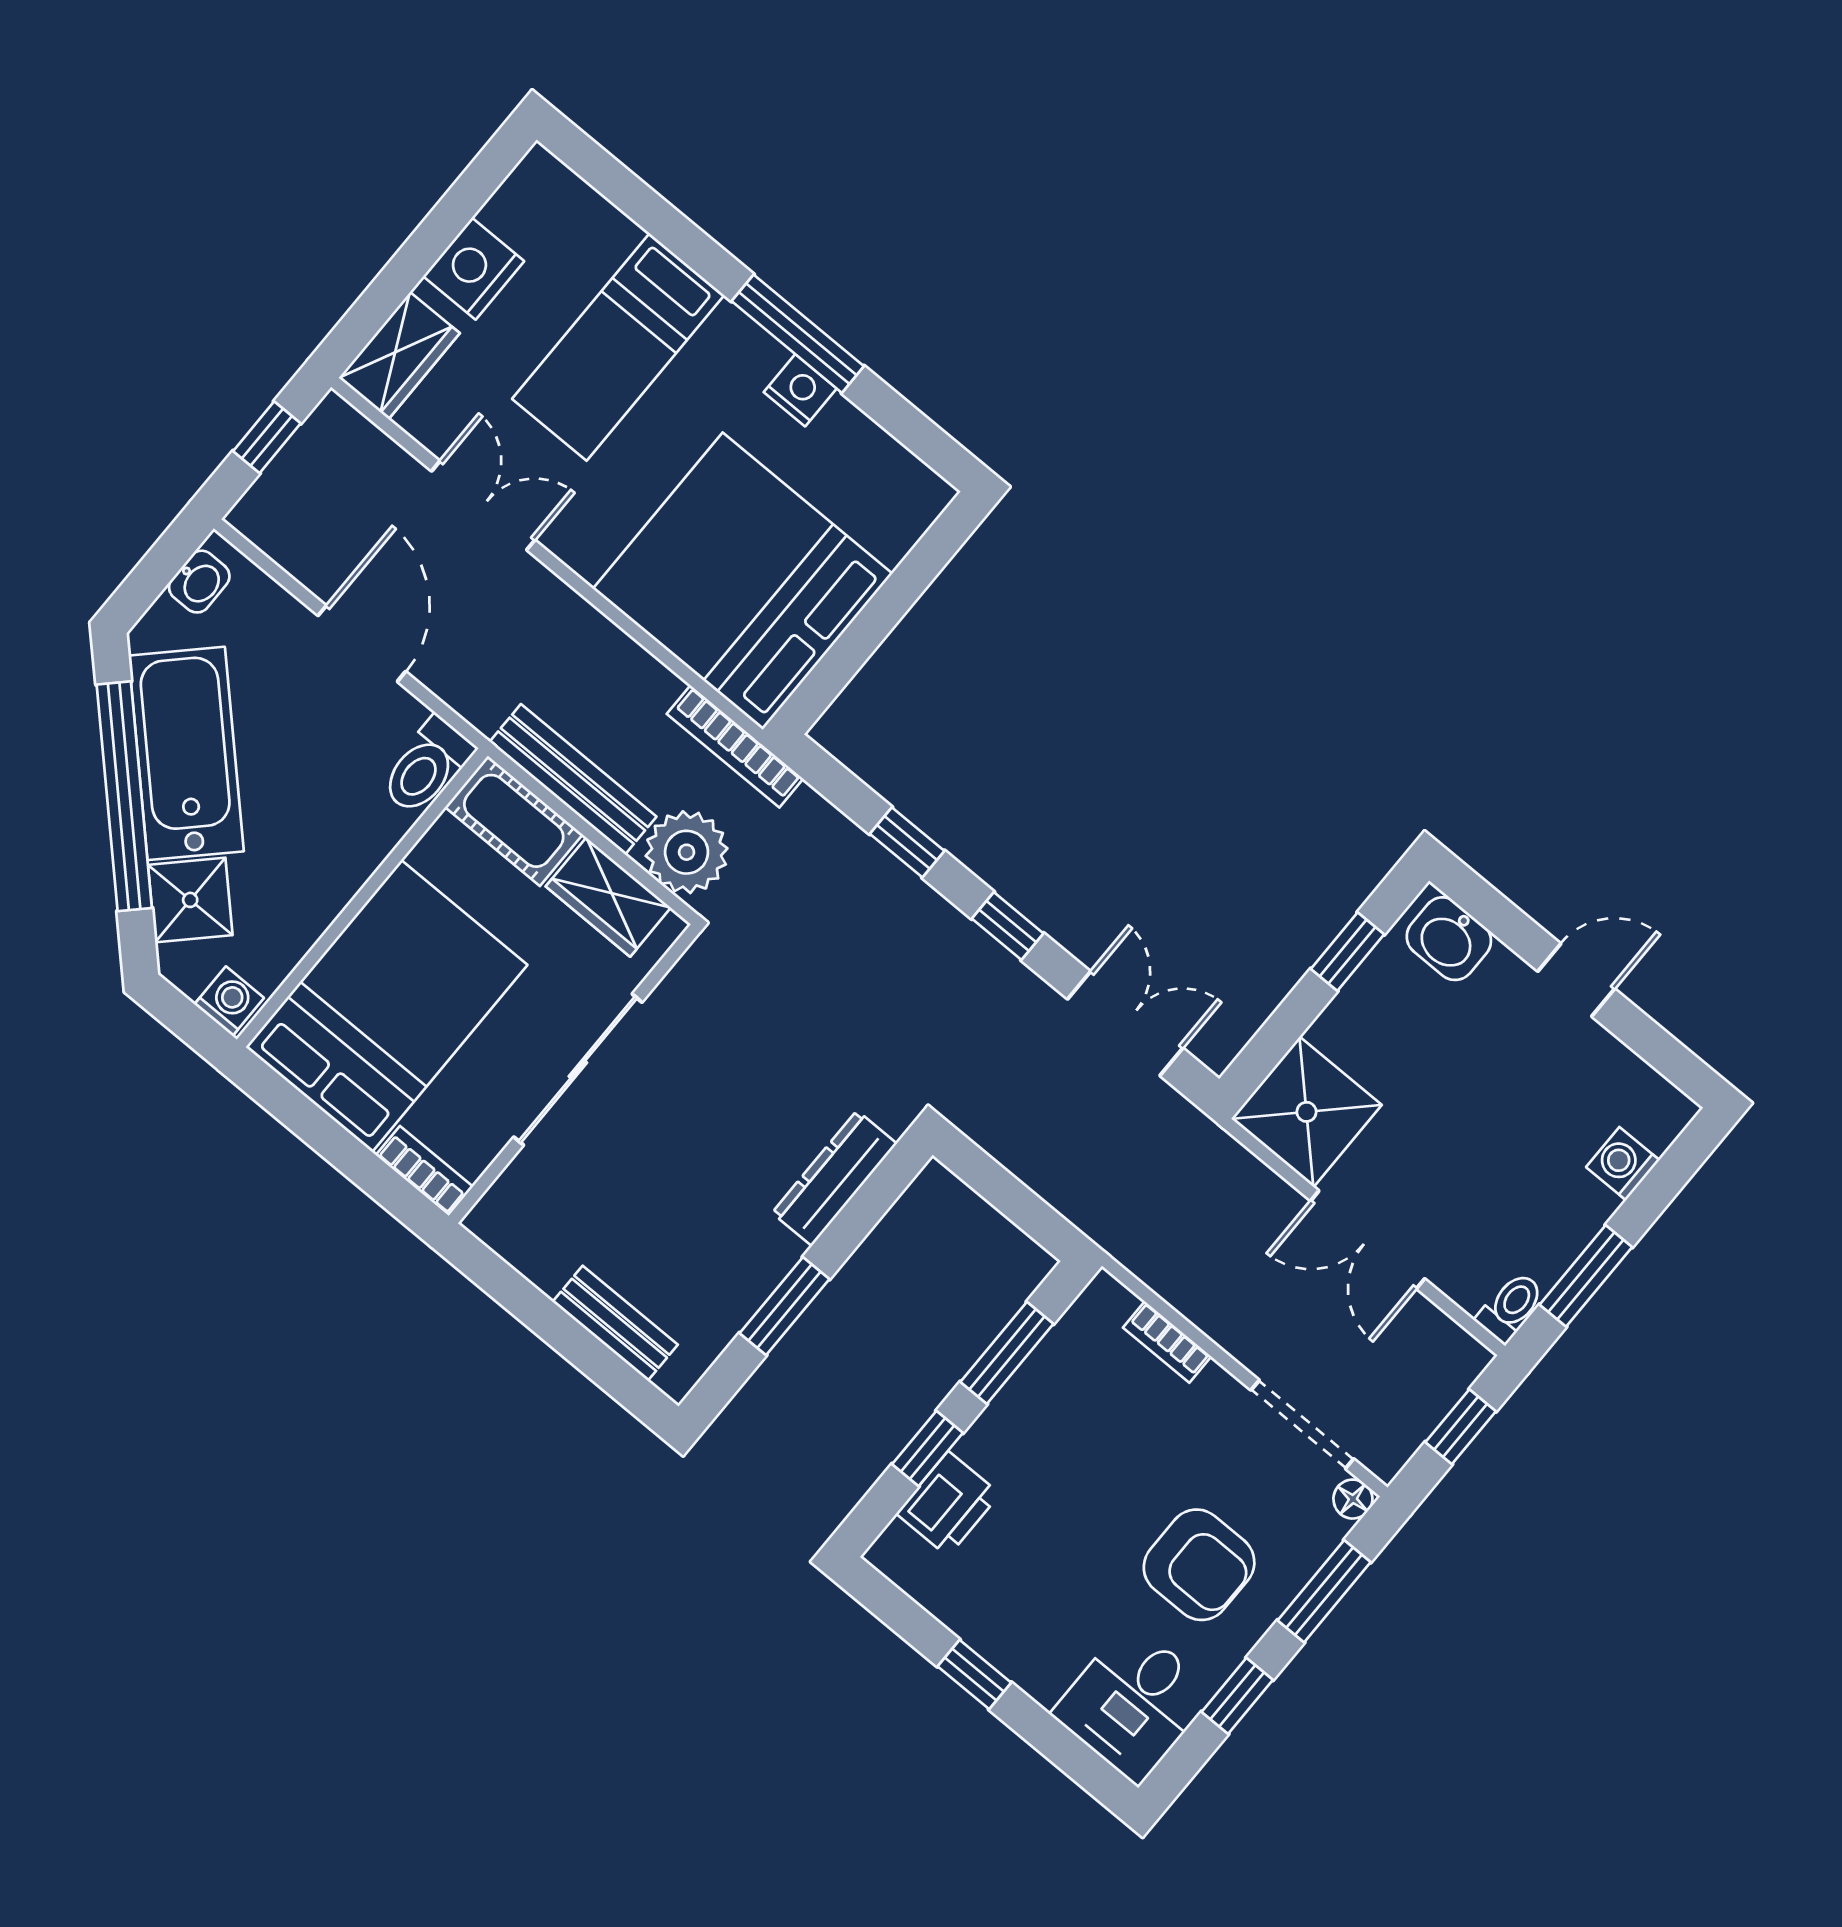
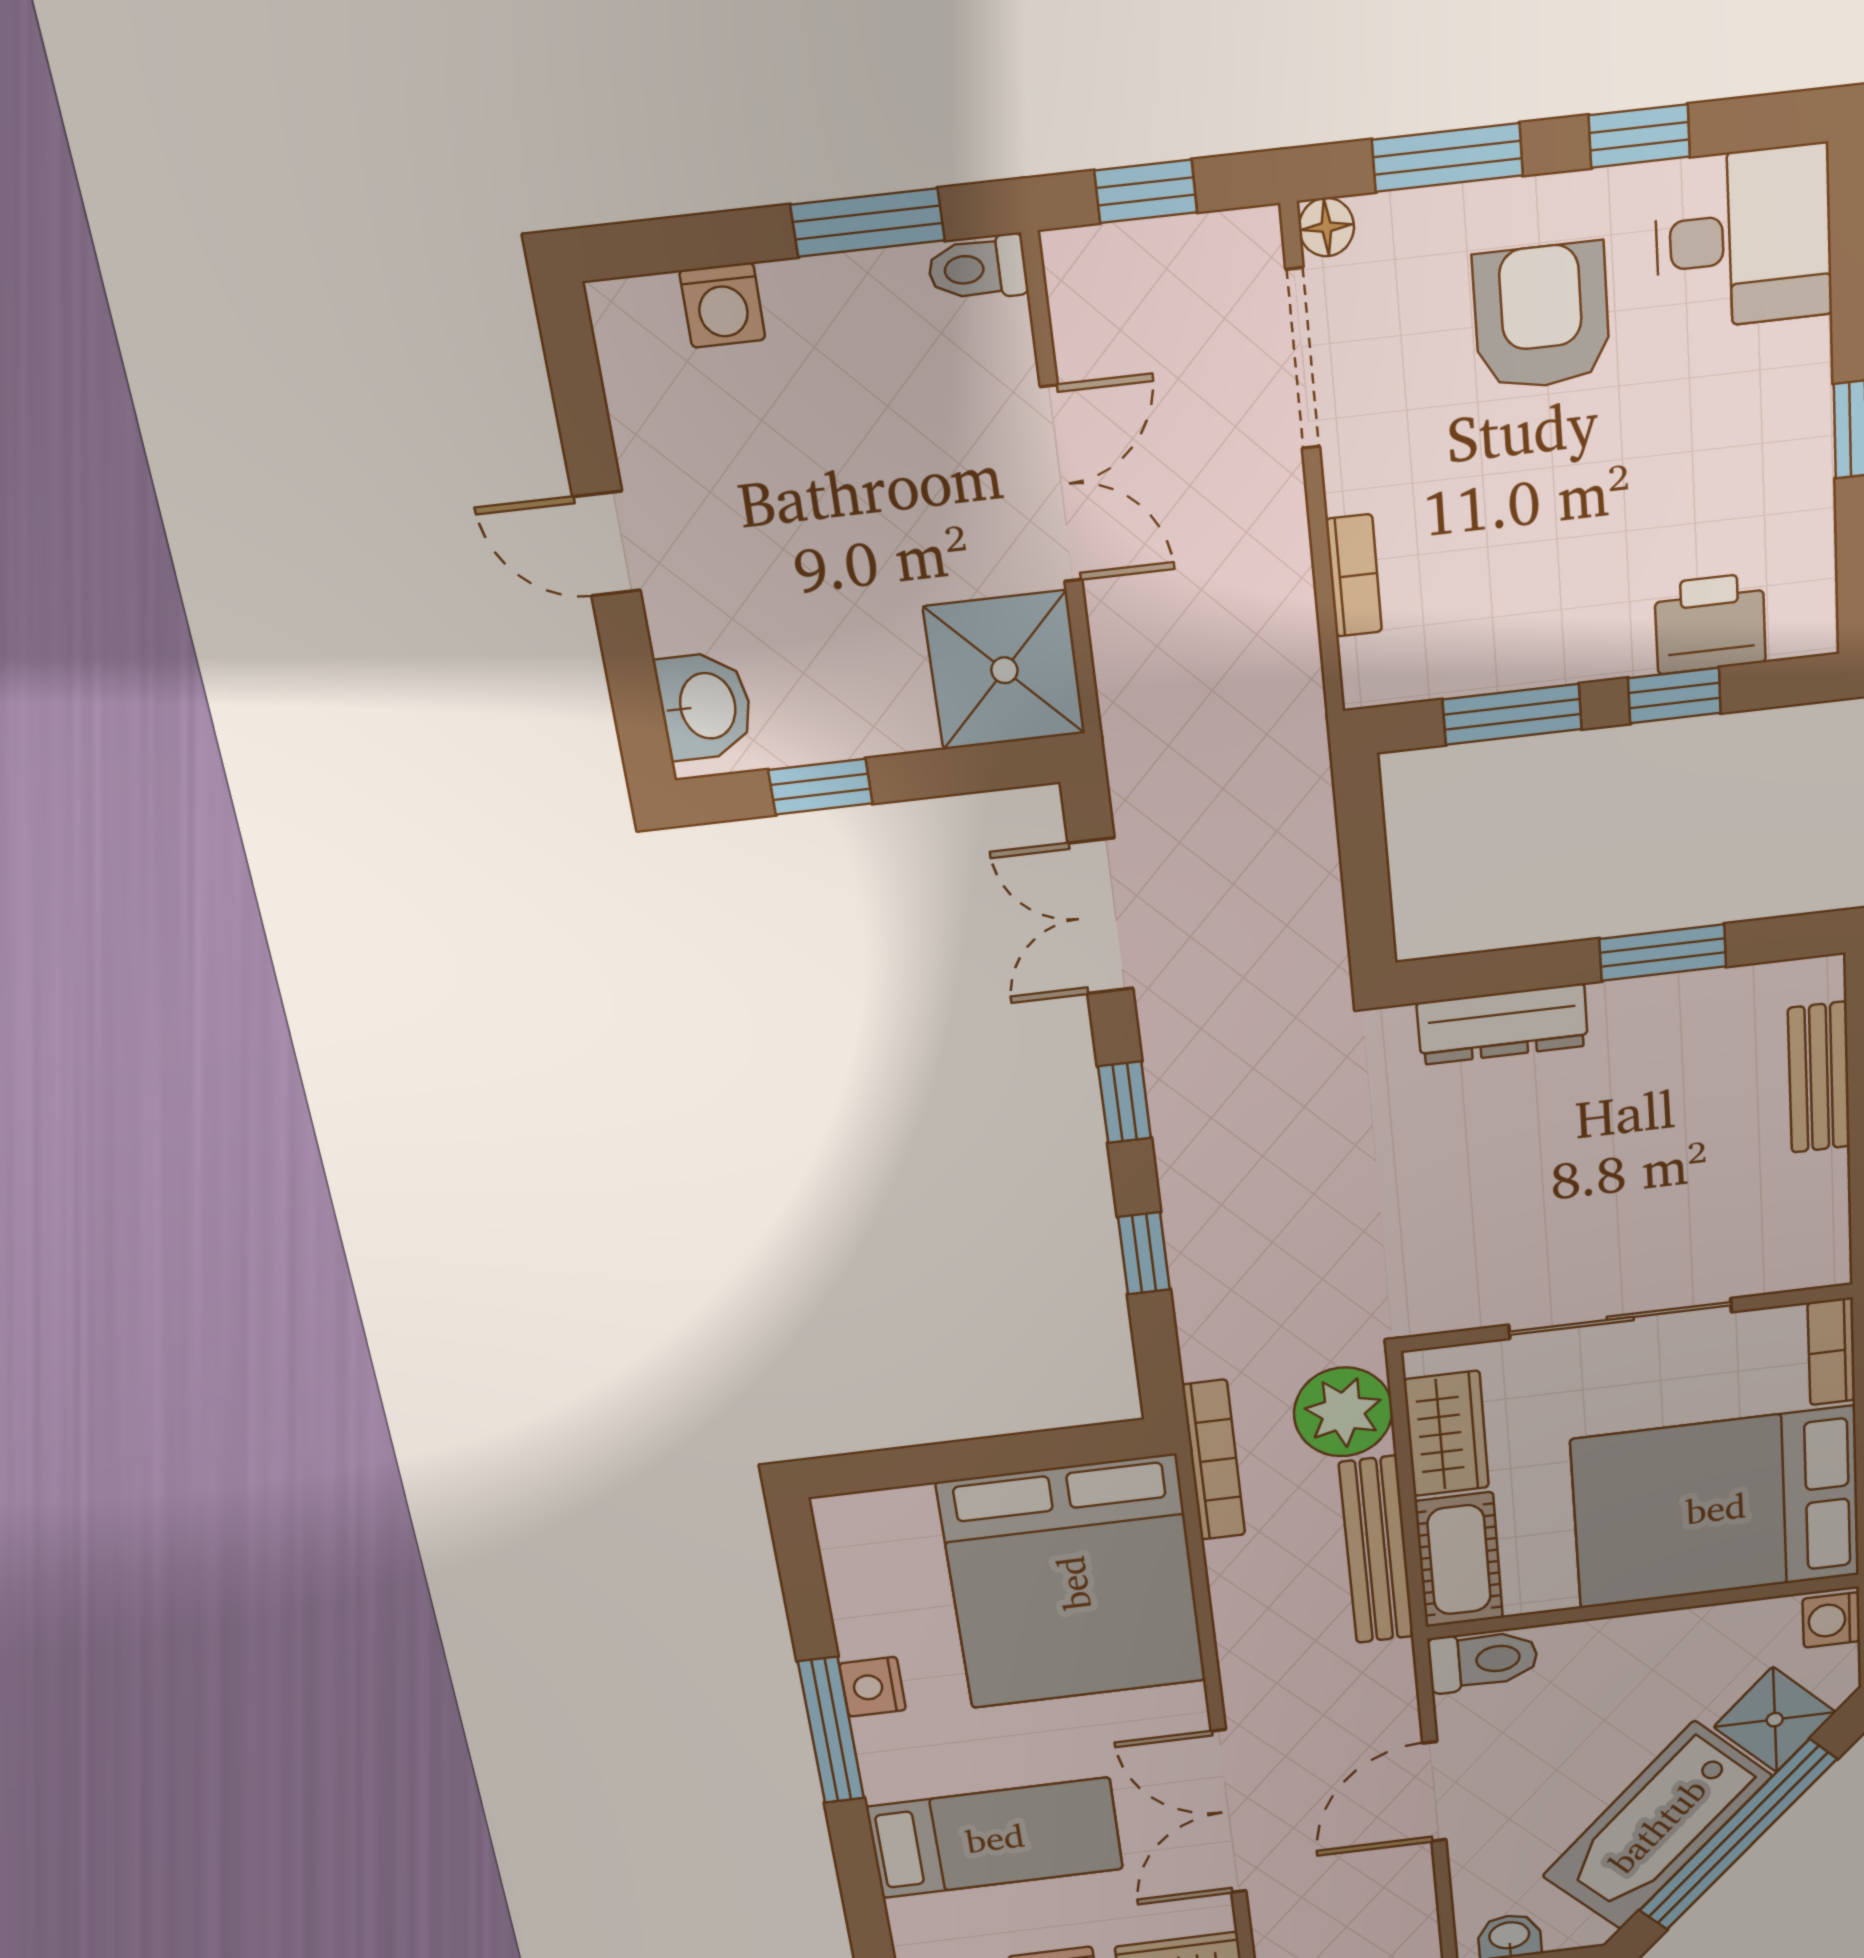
double door: (483, 505) -> (1229, 1812), width x1.37

